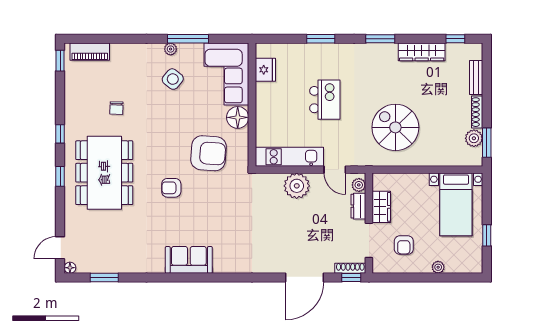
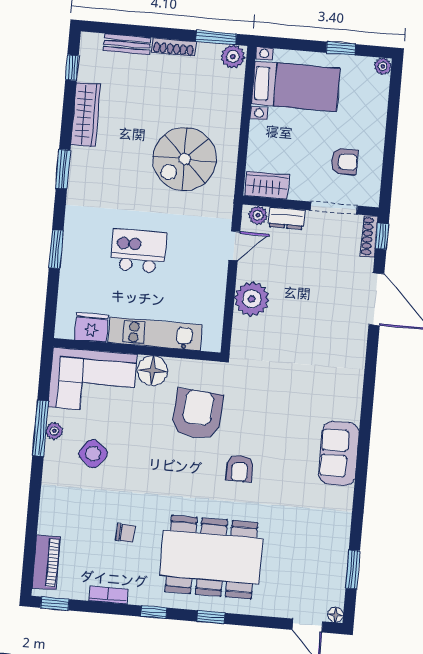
plant: (171, 49) -> (54, 431), moved
bookcase: (70, 99) -> (108, 595), added
plant: (474, 138) -> (233, 57), moved
kitchen unit: (289, 157) -> (155, 334), moved, turned 90
wardrobe: (381, 207) -> (267, 185), moved
plant: (438, 267) -> (383, 66), moved

